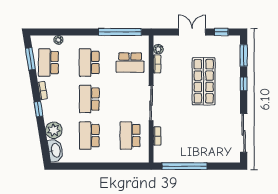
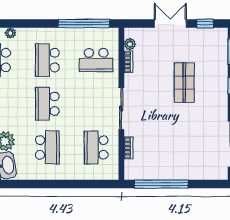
shop shelf: (204, 81) -> (184, 83), width x0.70, depth x0.74
school desk: (89, 136) -> (47, 147), turned 180

